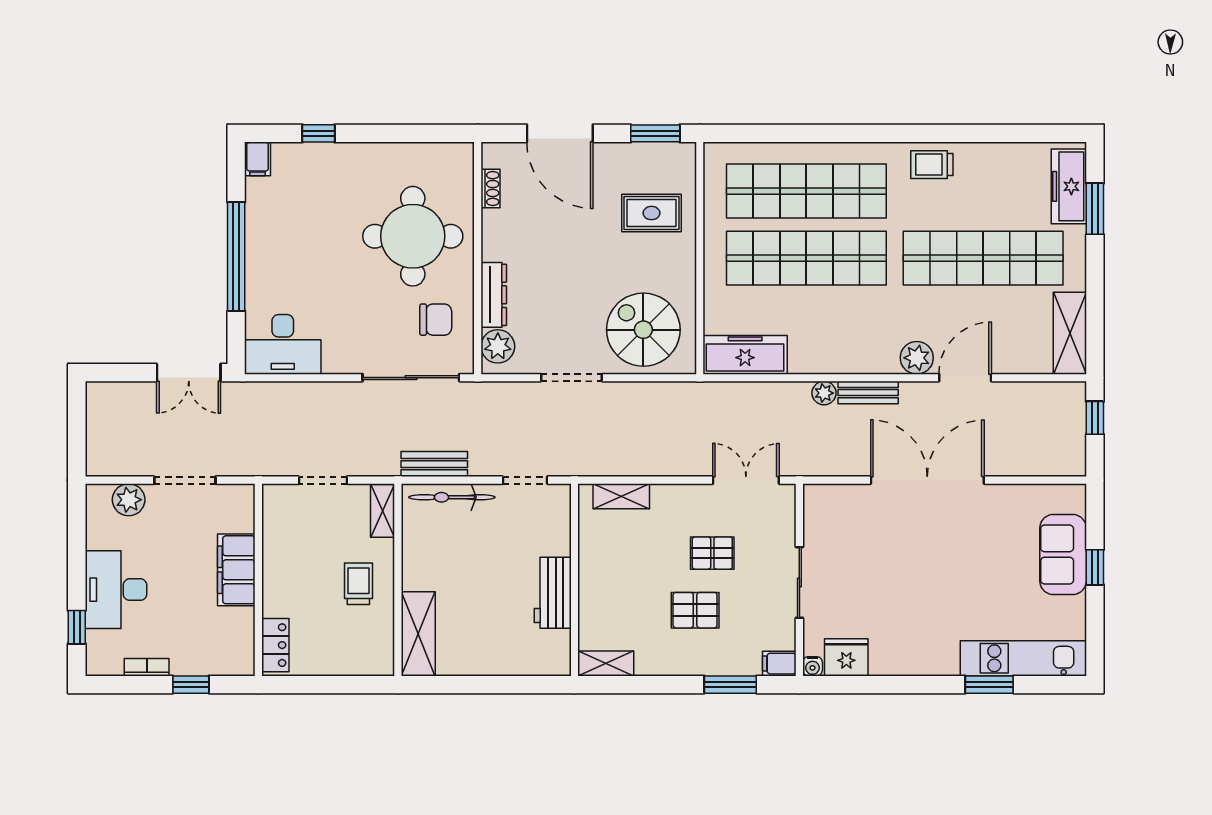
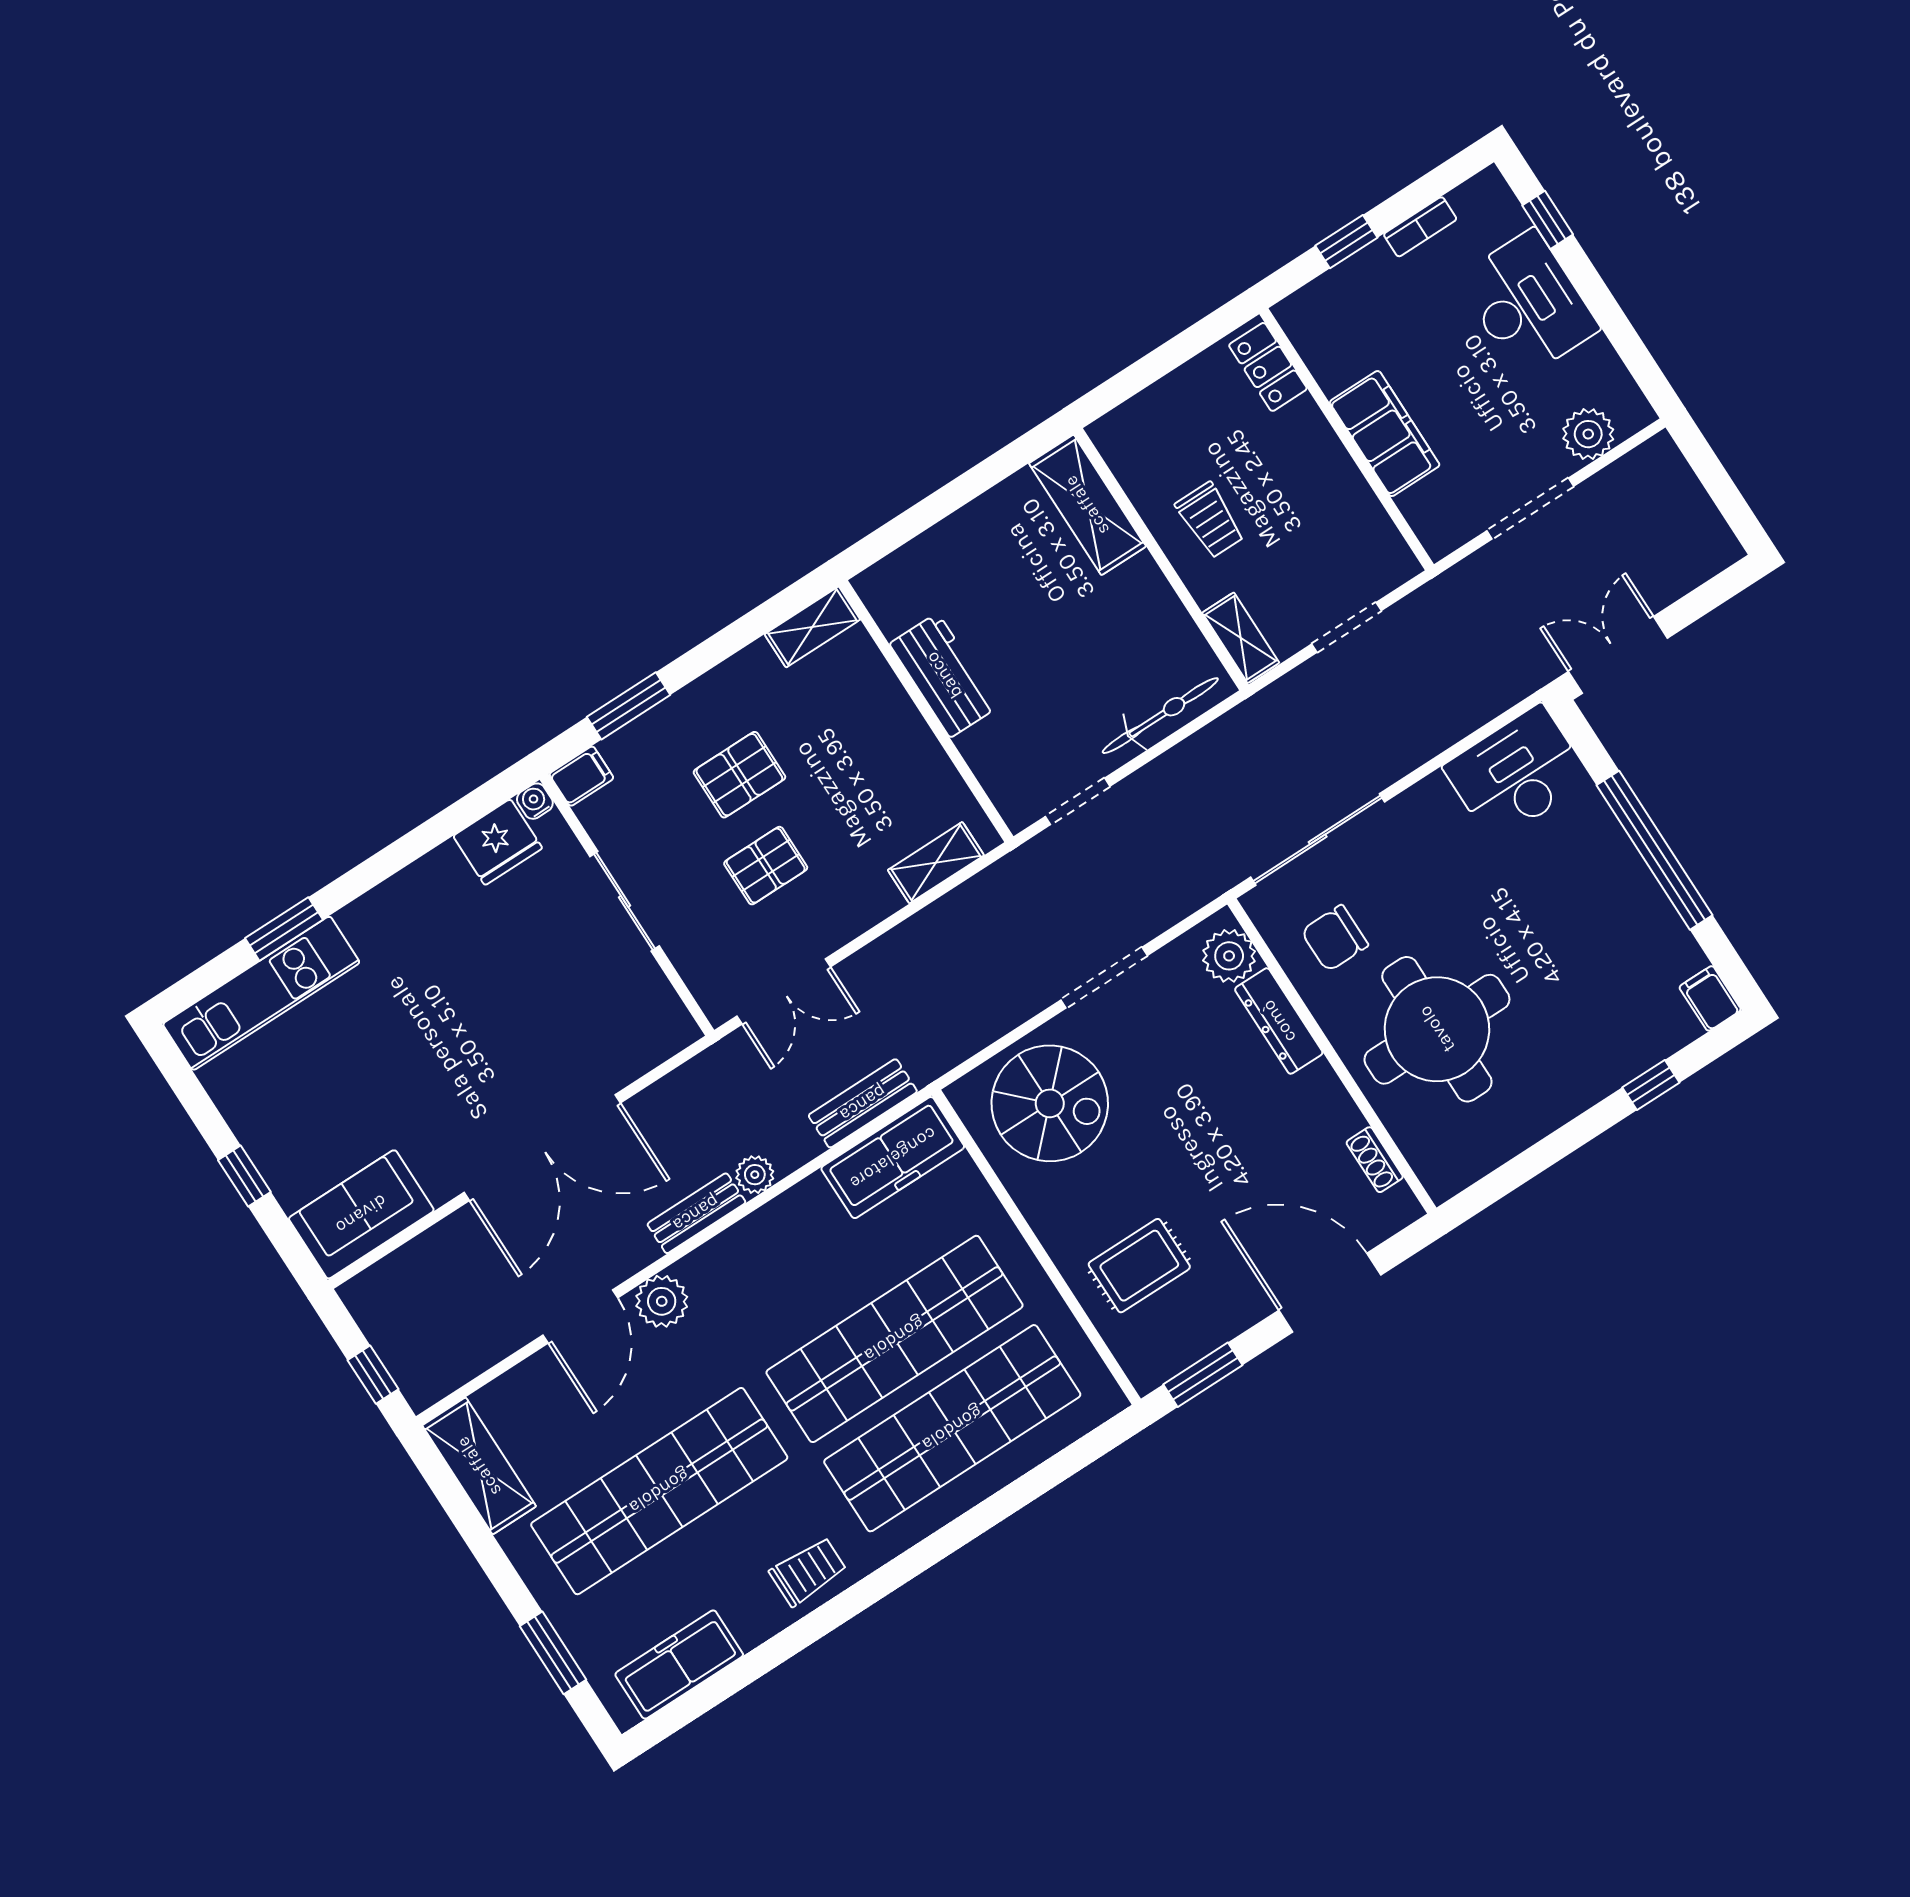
freezer: (1069, 186) -> (679, 1665), moved, turned -90
bench: (434, 464) -> (863, 1103), moved
sofa: (1063, 554) -> (361, 1214), moved, turned -90

